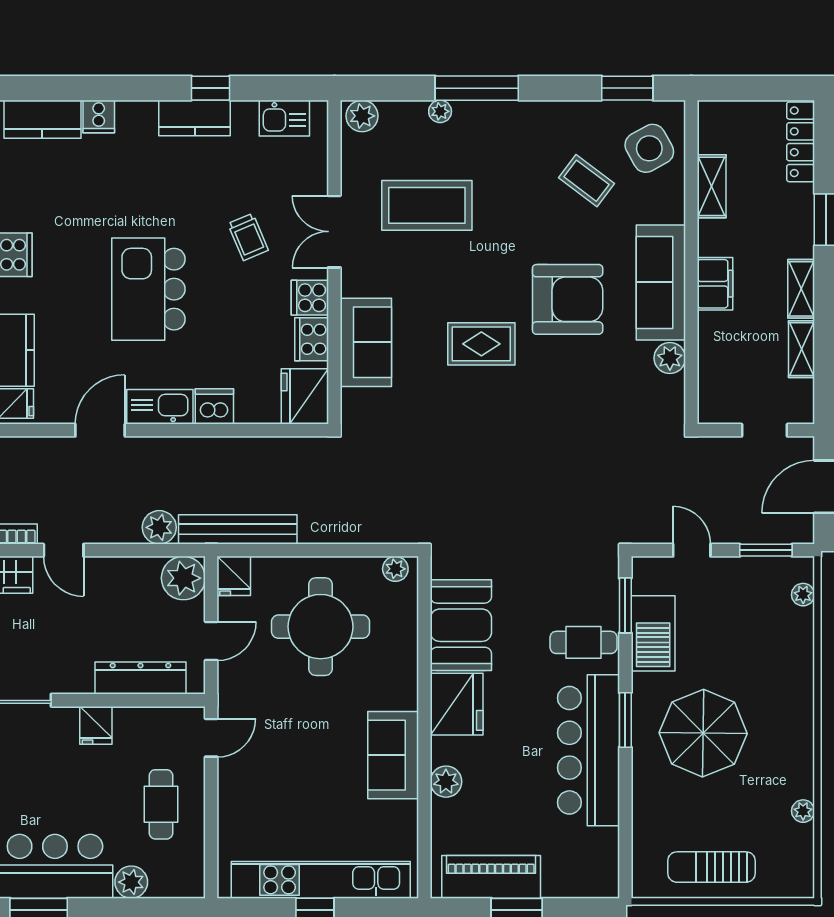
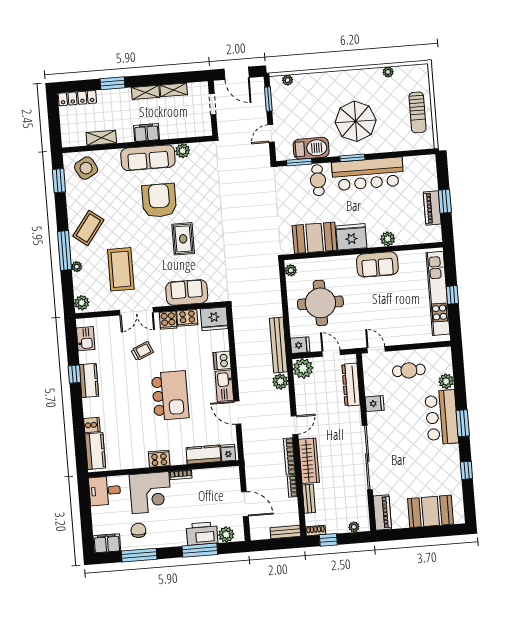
coffee table: (586, 181) -> (88, 228), moved, width x1.36, depth x1.30
kitchen island: (148, 289) -> (170, 395), turned -90
piano: (491, 877) -> (432, 208), width x0.73, depth x0.75

